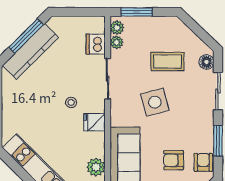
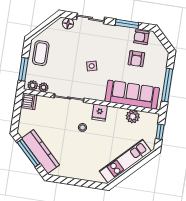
dishwasher: (96, 44) -> (29, 101), moved, turned -90
coffee table: (168, 62) -> (41, 53), moved
side table: (155, 102) -> (92, 66), width x0.54, depth x0.54

